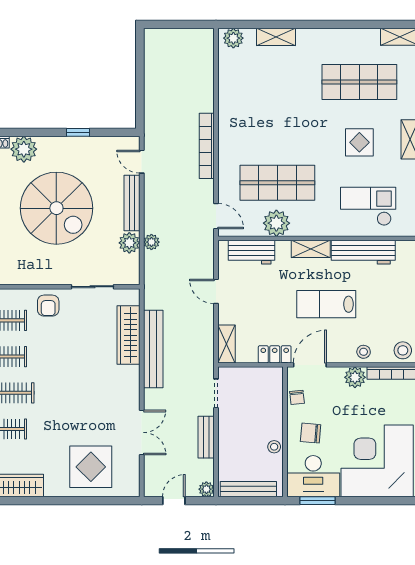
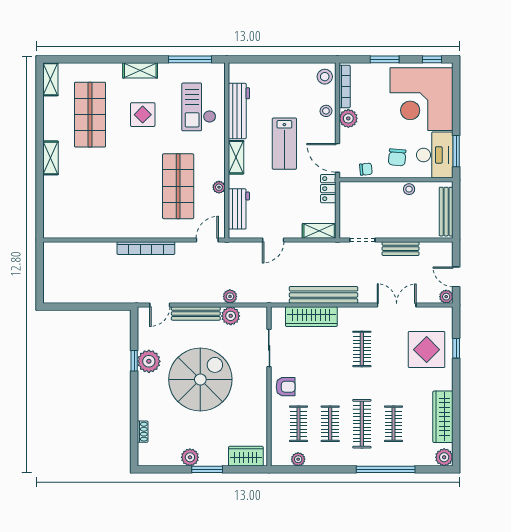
shelving: (276, 37) -> (51, 158), moved
plant: (233, 38) -> (52, 225), removed
plant: (24, 149) -> (149, 361), moved
plant: (276, 223) -> (219, 187), width x0.53, depth x0.53
clothes rail: (91, 393) -> (362, 349), added
plant: (206, 489) -> (446, 297), moved
window: (92, 501) -> (456, 348), added

